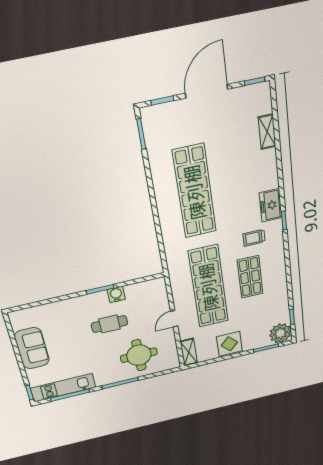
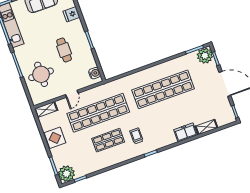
plant: (154, 118) -> (205, 56), added
freezer: (271, 205) -> (185, 132), moved
water cooler: (116, 294) -> (95, 73), moved
fridge: (58, 310) -> (71, 14), added
door: (174, 319) -> (72, 94), swing flipped

